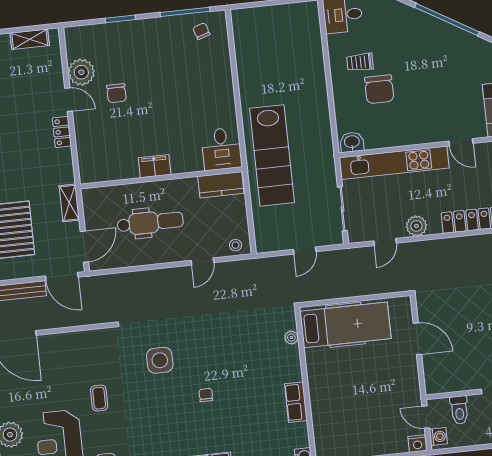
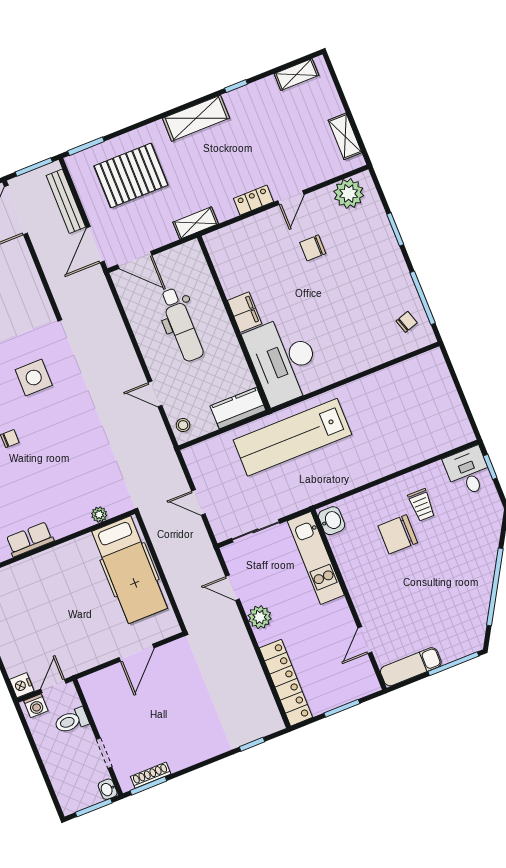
trolley: (360, 62) -> (422, 505), turned 180
plant: (81, 72) -> (349, 193), moved
desk: (222, 149) -> (284, 360), width x1.87, depth x1.30
kitchen unit: (394, 163) -> (316, 558), width x0.73
kitchen counter: (221, 185) -> (238, 408), moved, turned 90
shelving: (69, 203) -> (196, 223), moved

